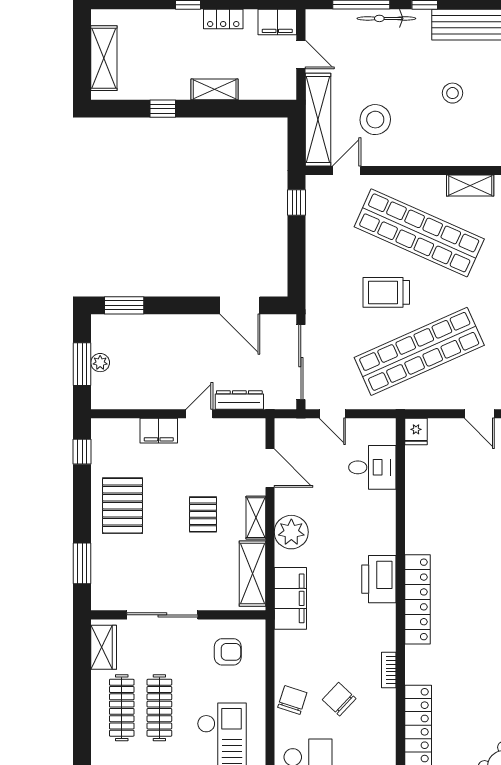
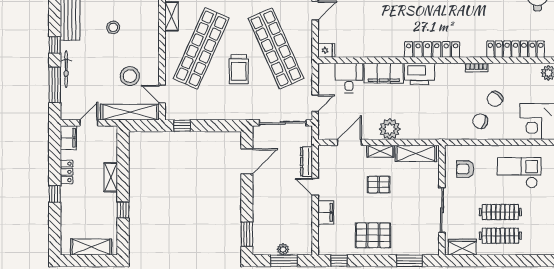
filing cabinet: (290, 598) -> (384, 73), moved, turned 180
armchair: (228, 652) -> (465, 169), turned -90
chair: (292, 700) -> (480, 121), moved

